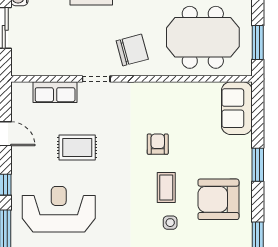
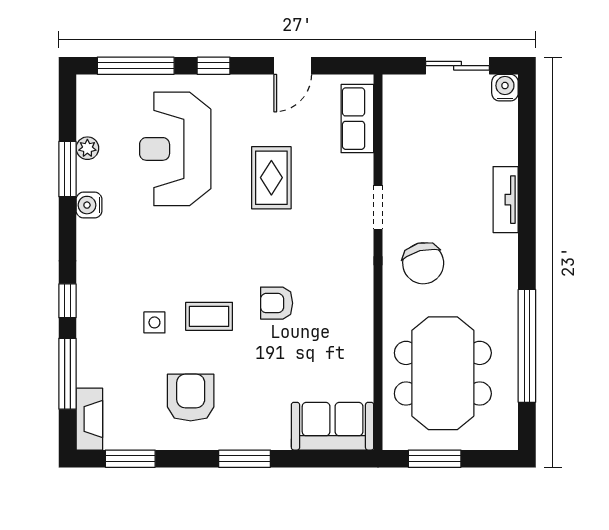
row of seats: (55, 92) -> (357, 119), moved
armchair: (158, 144) -> (277, 303), turned 180
armchair: (218, 199) -> (191, 398), width x0.73, depth x0.73
reception desk: (59, 209) -> (175, 149), turned 180

